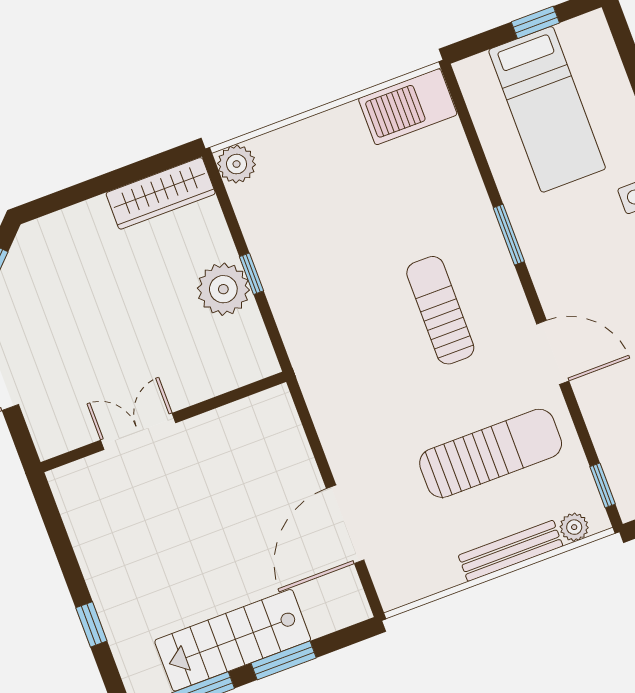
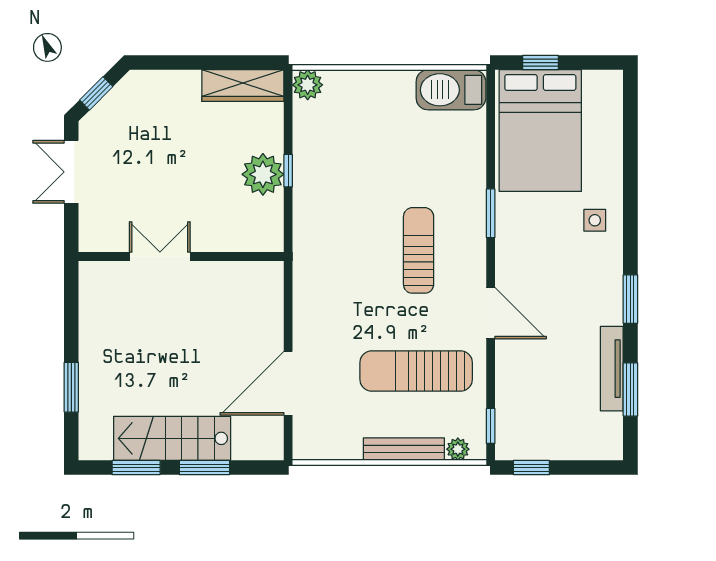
window: (535, 22) -> (541, 63), moved
bed: (547, 109) -> (540, 131), width x1.50
sun lounger: (491, 453) -> (416, 371), turned 180
window: (91, 624) -> (71, 387), width x1.50

